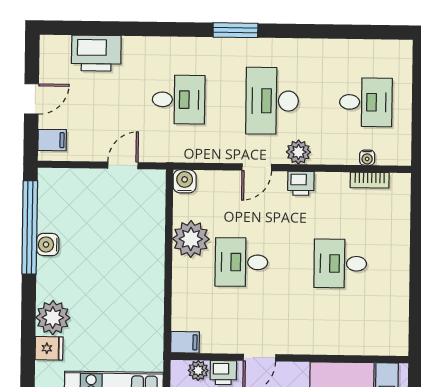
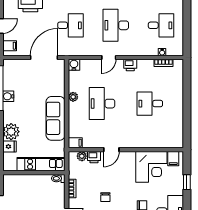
plant: (298, 152) -> (129, 50), removed
door: (123, 165) -> (44, 57), width x1.88
plant: (191, 239) -> (73, 97), width x0.53, depth x0.53
desk: (241, 262) -> (102, 104), width x1.37
sofa: (145, 291) -> (56, 118), added

